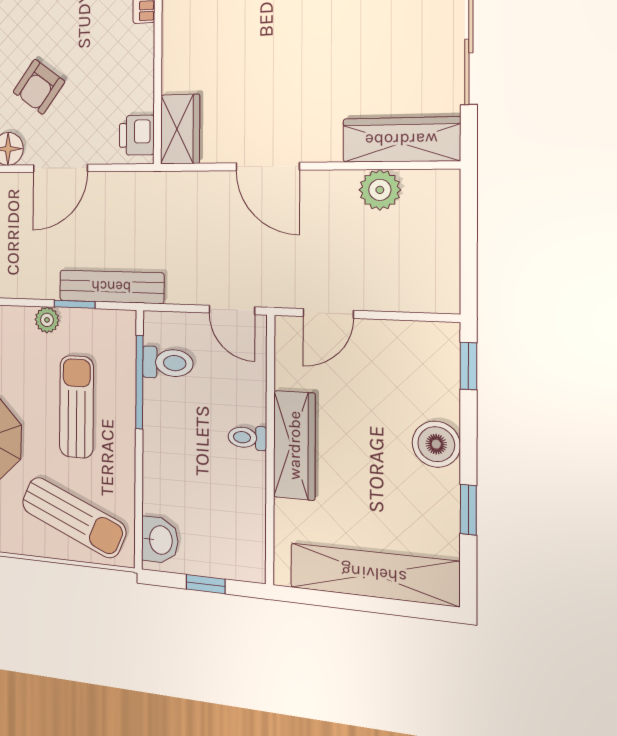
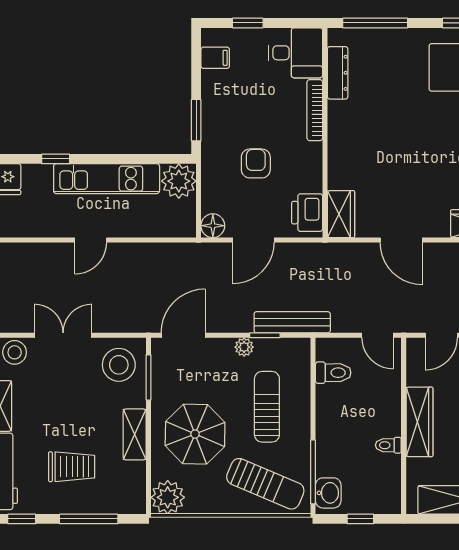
armchair: (39, 87) -> (256, 163), moved, turned 144
printer: (137, 135) -> (307, 213), width x1.36, depth x1.24
window: (139, 382) -> (313, 472), moved
toilet: (247, 438) -> (388, 445), moved

